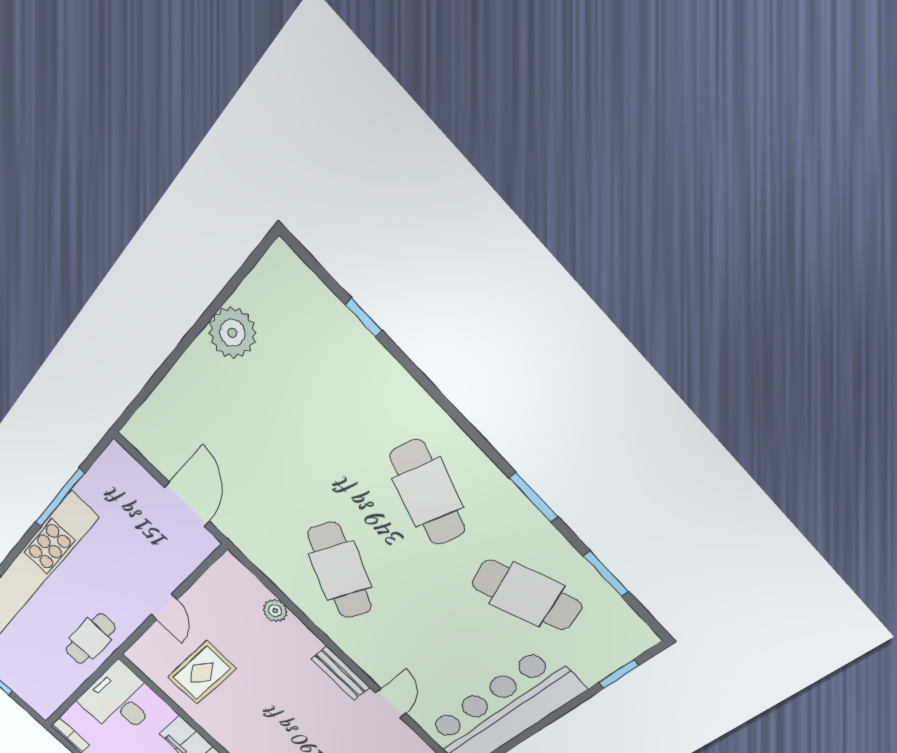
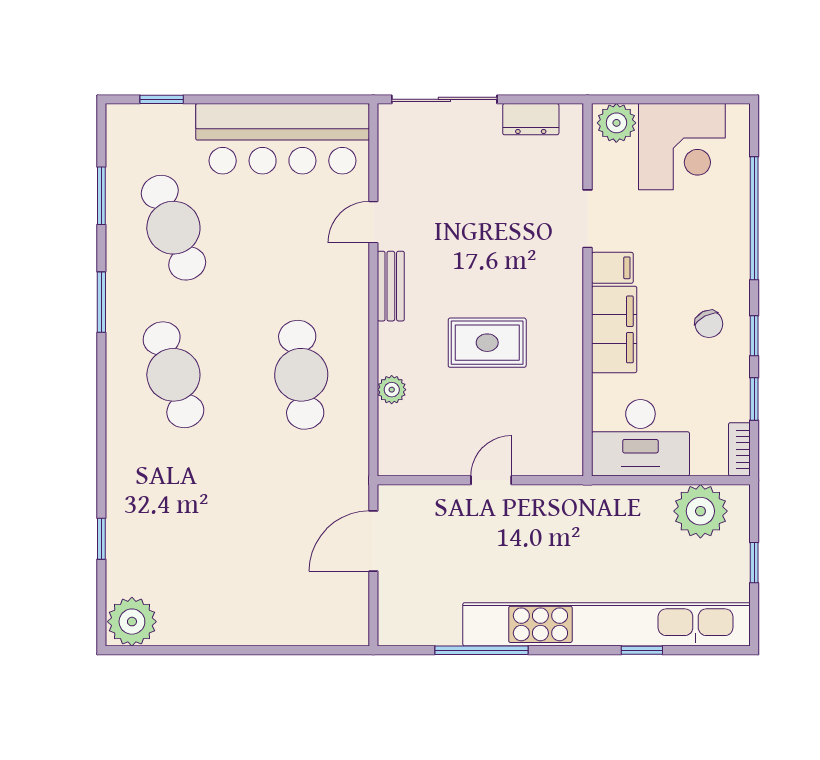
plant: (232, 333) -> (132, 622), moved
cafe table: (428, 493) -> (173, 375), turned -36
cafe table: (340, 571) -> (301, 375), turned -30
cafe table: (90, 639) -> (600, 516), removed
rug: (202, 673) -> (487, 343), moved
plant: (50, 687) -> (700, 511), added

